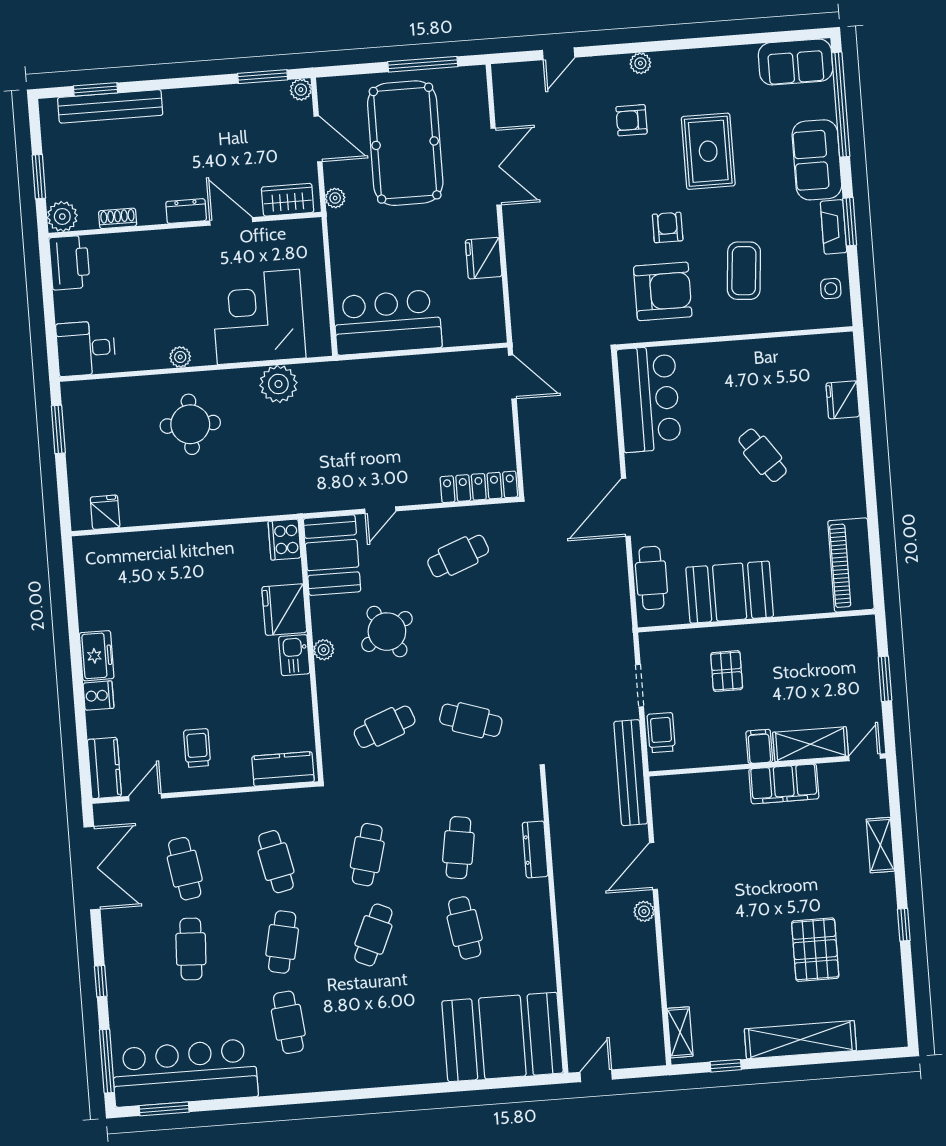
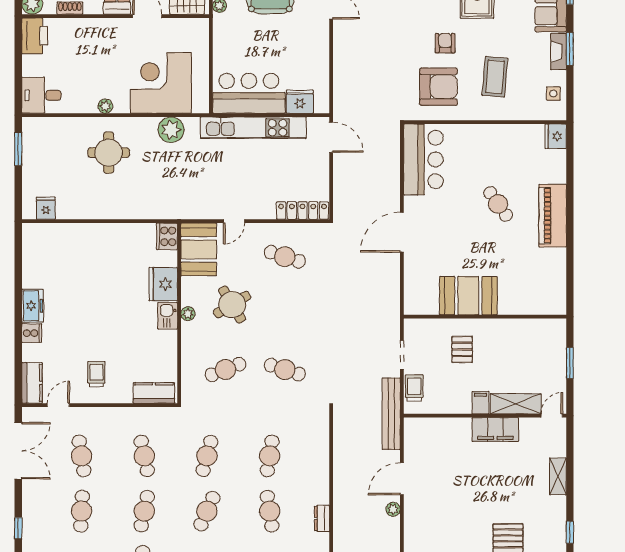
fridge: (484, 258) -> (300, 102), moved, turned 90
kitchen unit: (398, 372) -> (253, 128), added
fridge: (843, 400) -> (556, 136), moved
cafe table: (458, 556) -> (285, 257), turned 39
piano: (851, 565) -> (553, 216), moved
cafe table: (651, 578) -> (416, 282), removed
dresser: (535, 849) -> (322, 518), moved, width x0.70

